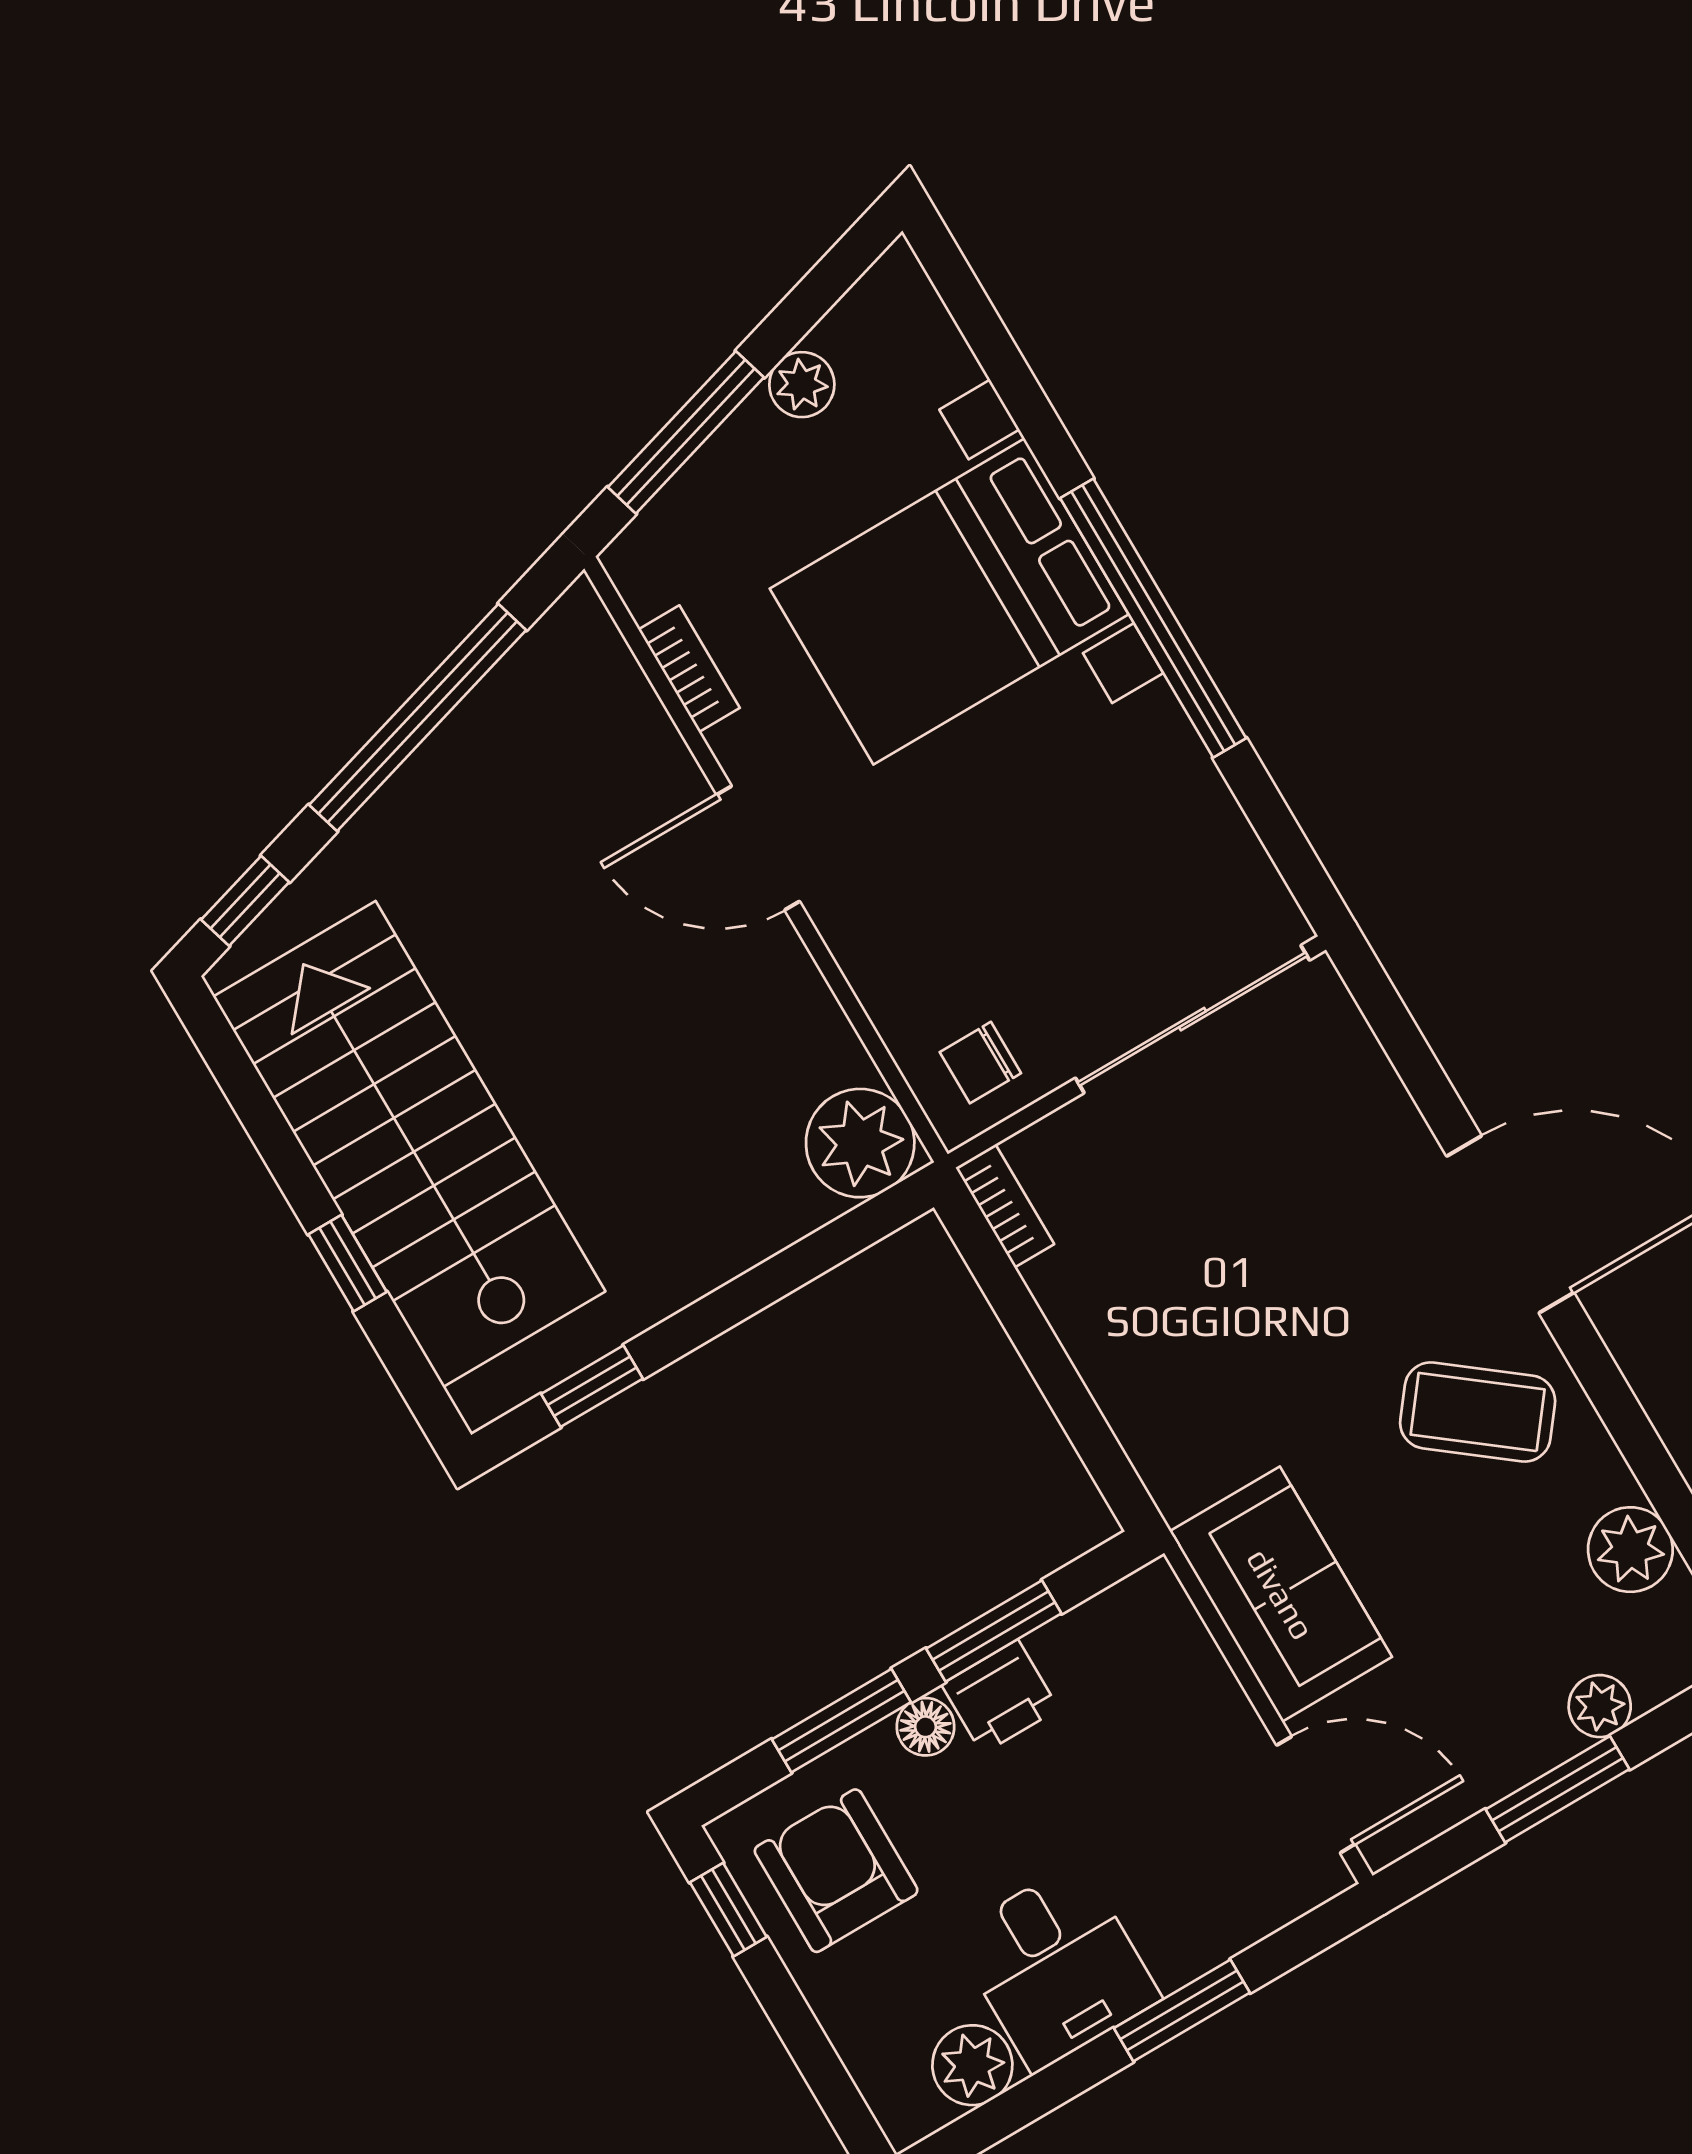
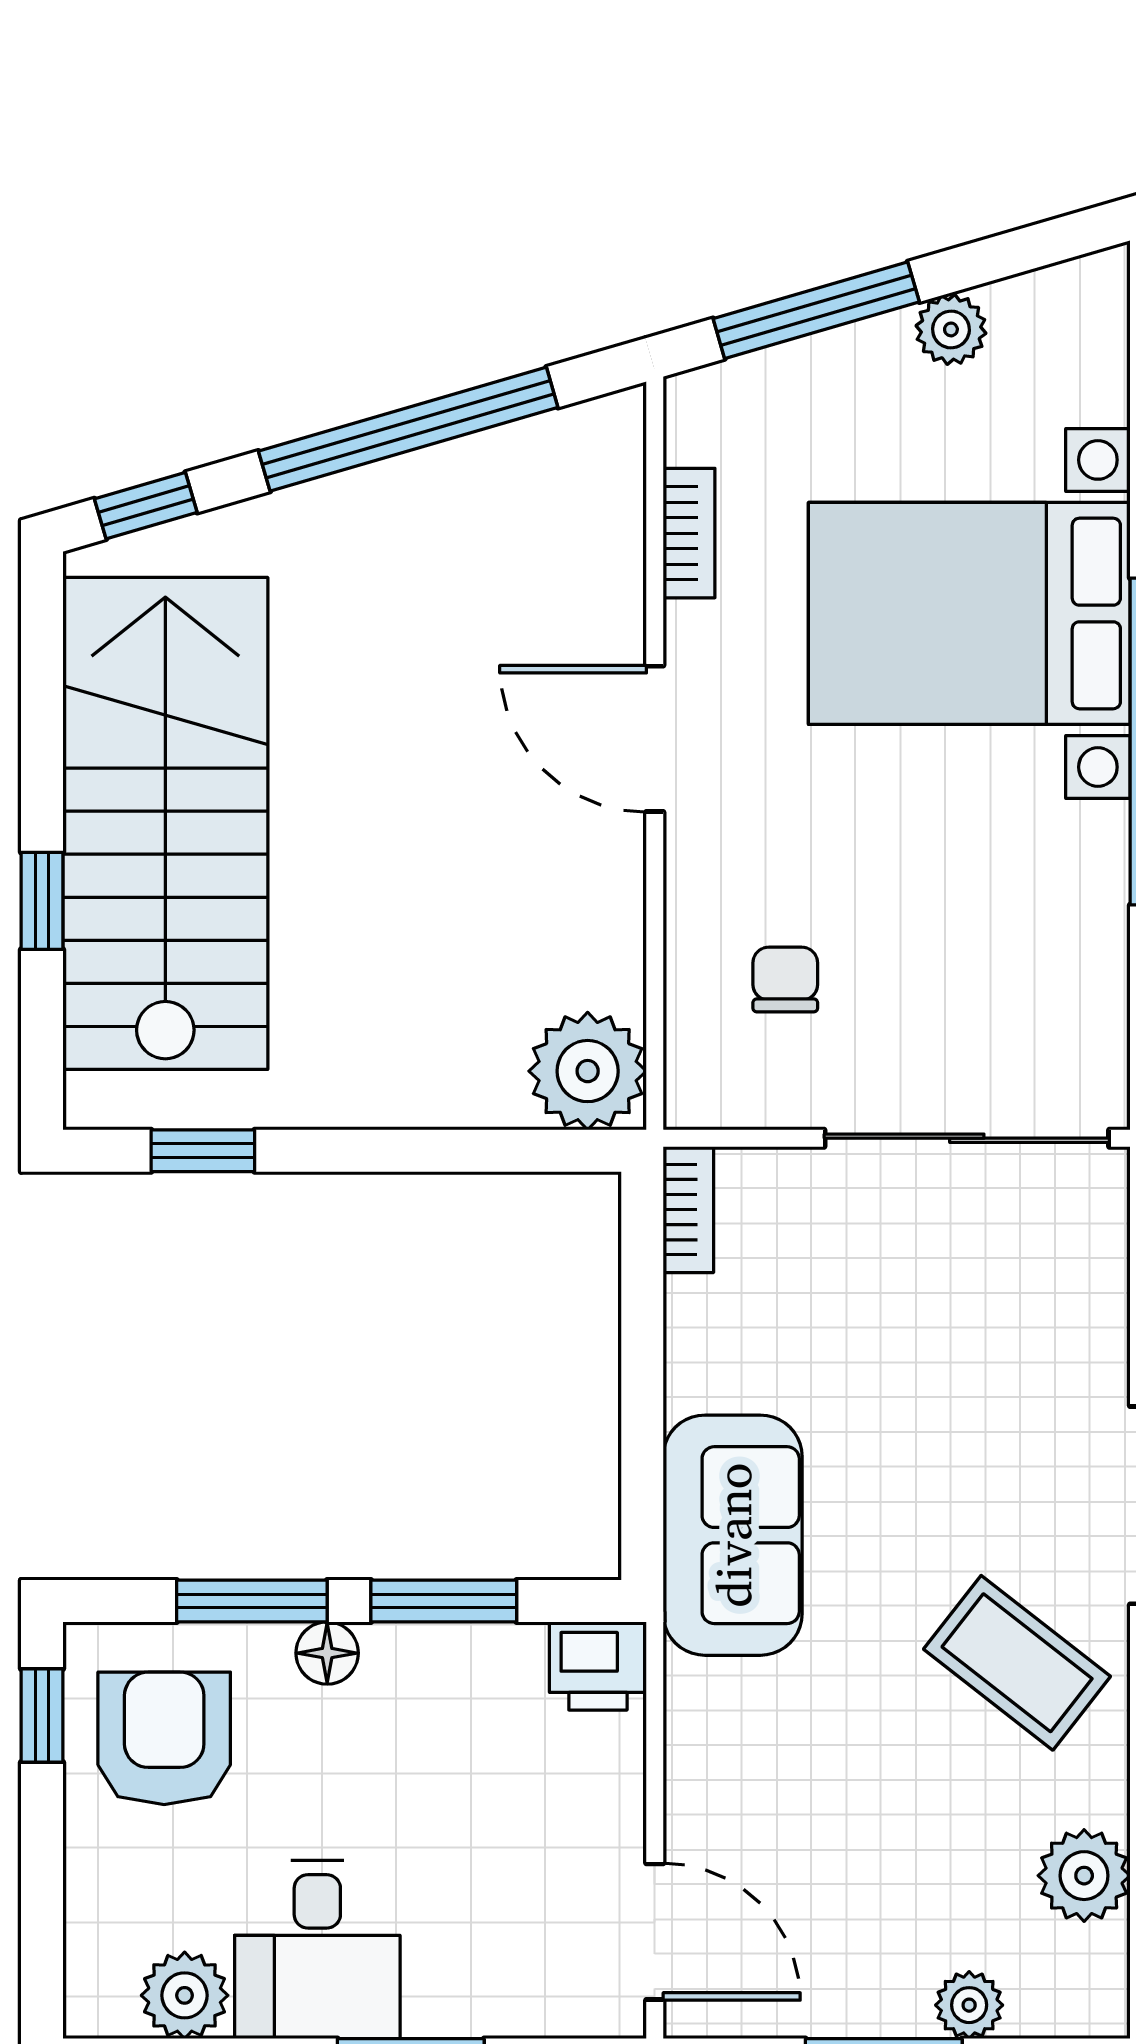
chair: (980, 1063) -> (785, 979), moved, turned 90
sofa: (1281, 1594) -> (733, 1535), moved
printer: (1000, 1697) -> (598, 1666), moved

